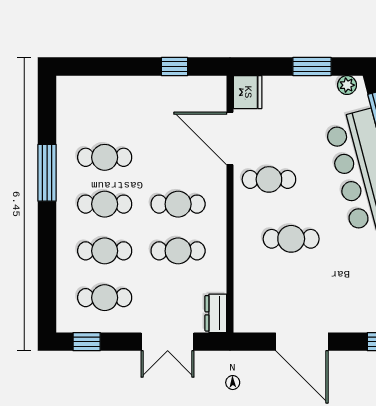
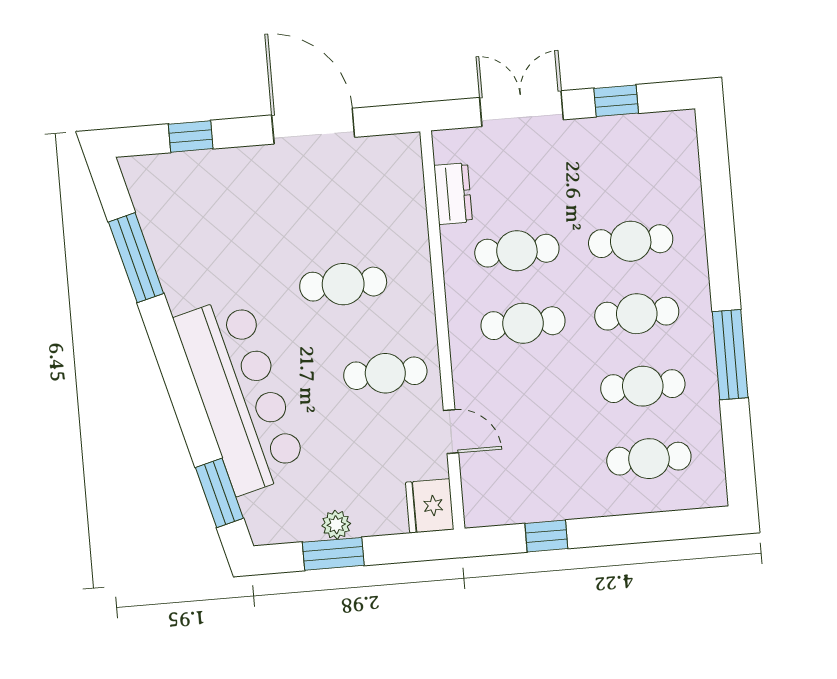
plant: (347, 85) -> (336, 525), moved
door: (230, 139) -> (451, 432), width x0.53
cafe table: (105, 298) -> (649, 459), moved
dresser: (216, 313) -> (453, 194), moved
window: (87, 342) -> (616, 101), moved

